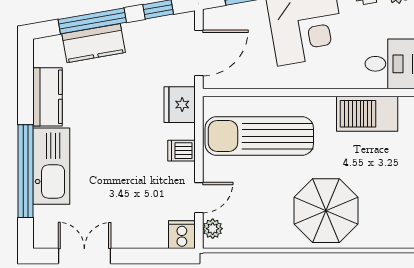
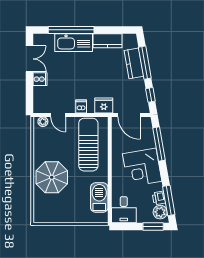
cooker: (182, 235) -> (40, 79), moved

